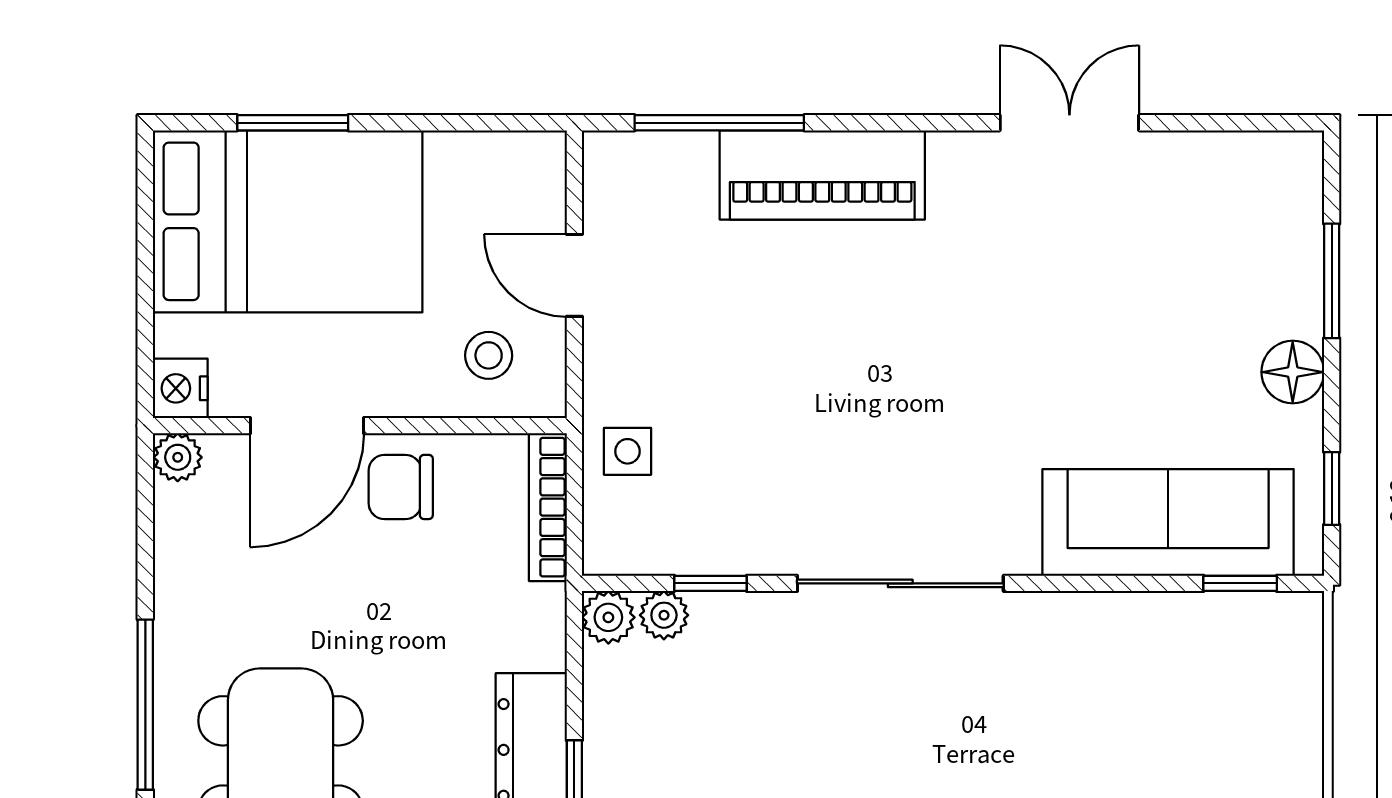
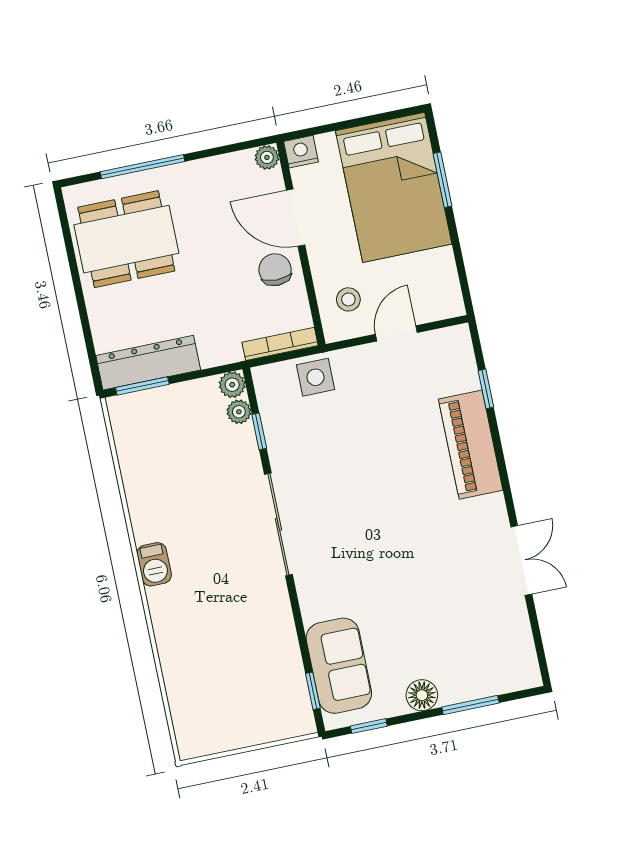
window: (719, 123) -> (486, 389), width x0.46
side table: (628, 451) -> (316, 377), width x1.37, depth x1.37
sofa: (1168, 522) -> (339, 666), width x0.73

